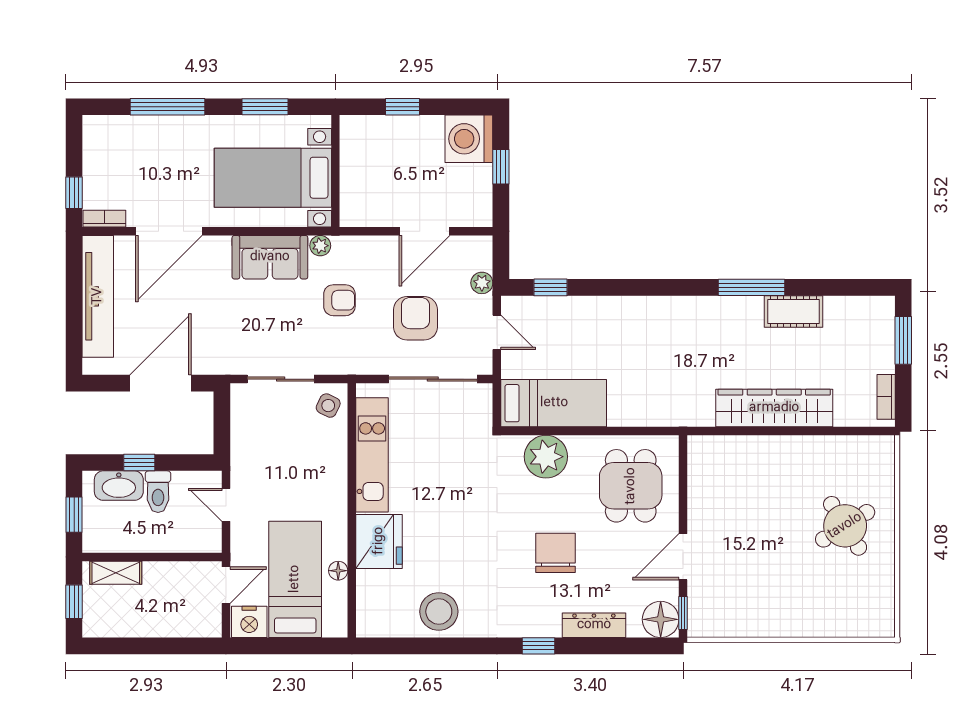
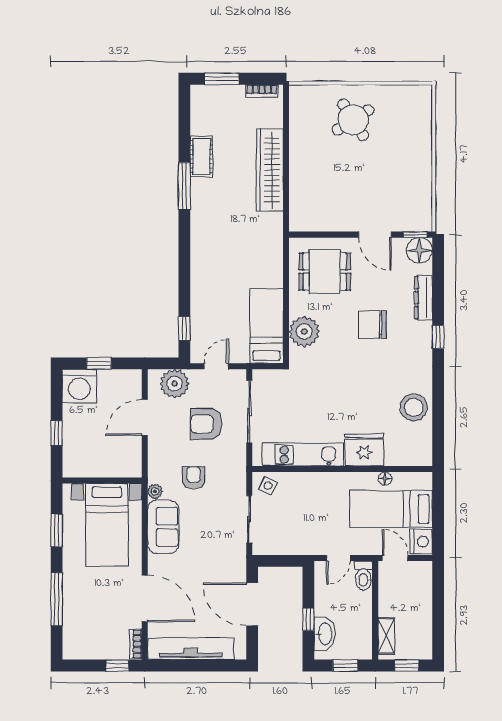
door: (425, 231) -> (145, 417), swing flipped
plant: (482, 283) -> (175, 384), width x1.87, depth x1.87
toilet: (158, 492) -> (363, 576), moved, turned 90

